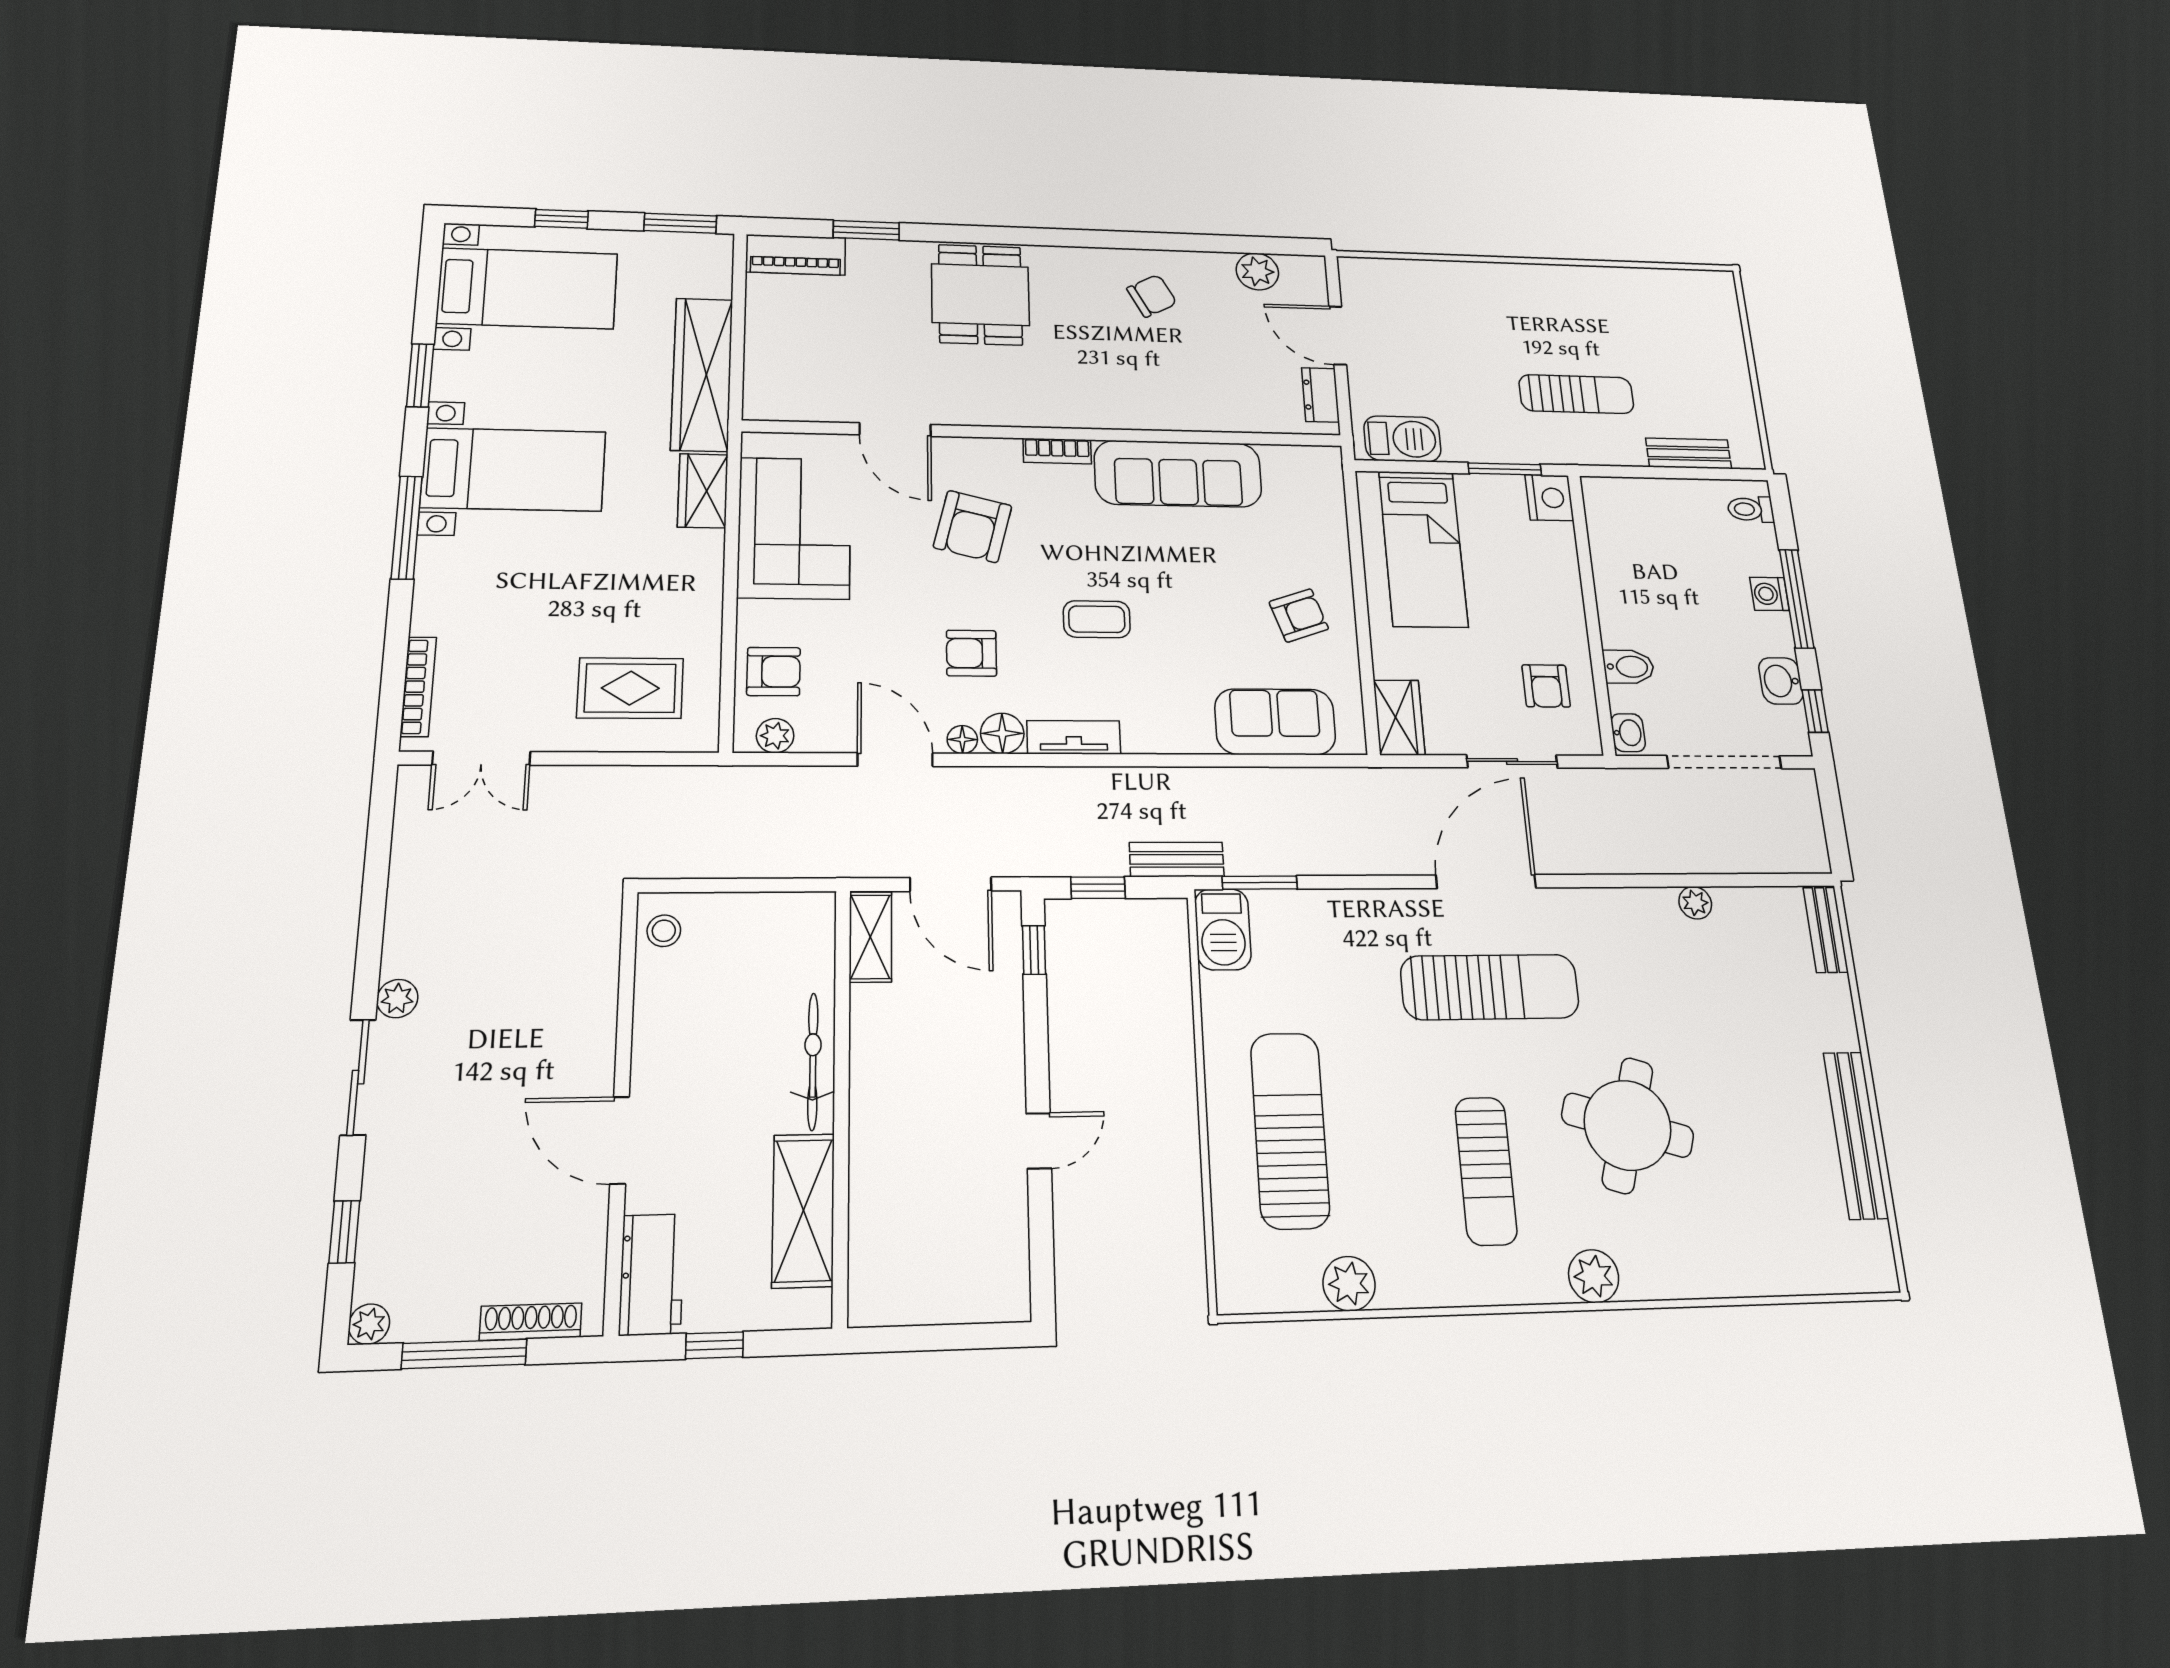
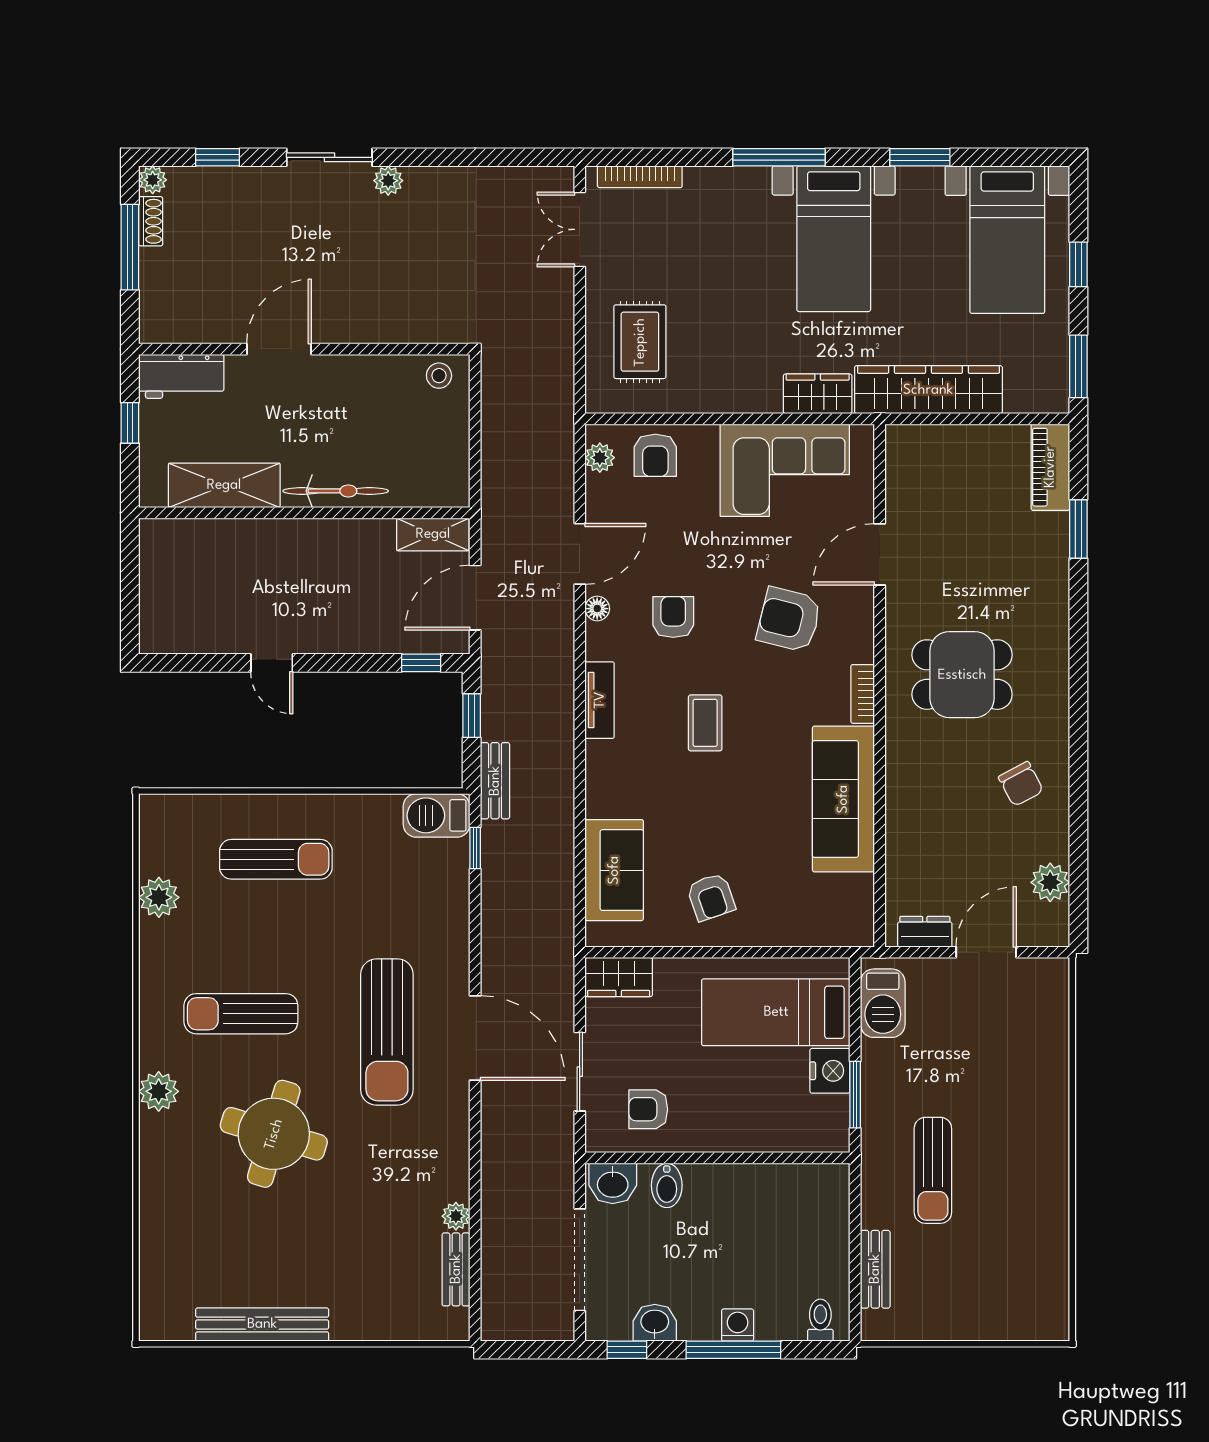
dining table: (980, 295) -> (962, 675), moved
nightstand: (1549, 498) -> (830, 1071), moved, turned -90
floor lamp: (1002, 733) -> (603, 641), removed
washbasin: (1628, 733) -> (613, 1183), width x1.38, depth x1.45
window: (1260, 883) -> (475, 848), width x0.67
bench: (1826, 930) -> (456, 1269), moved, turned 90
sun lounger: (1290, 1130) -> (276, 859), width x0.73, depth x0.75
shoe rack: (531, 1322) -> (151, 221), moved, width x0.70

